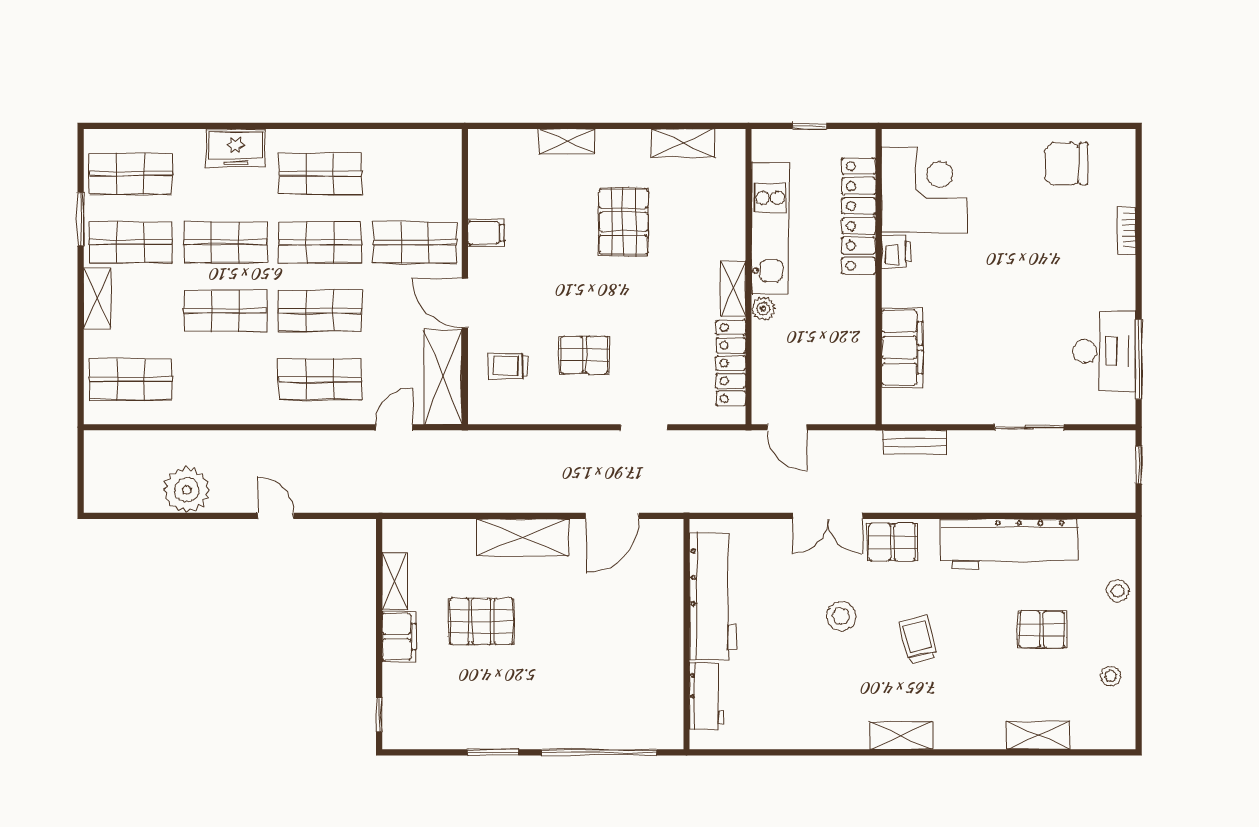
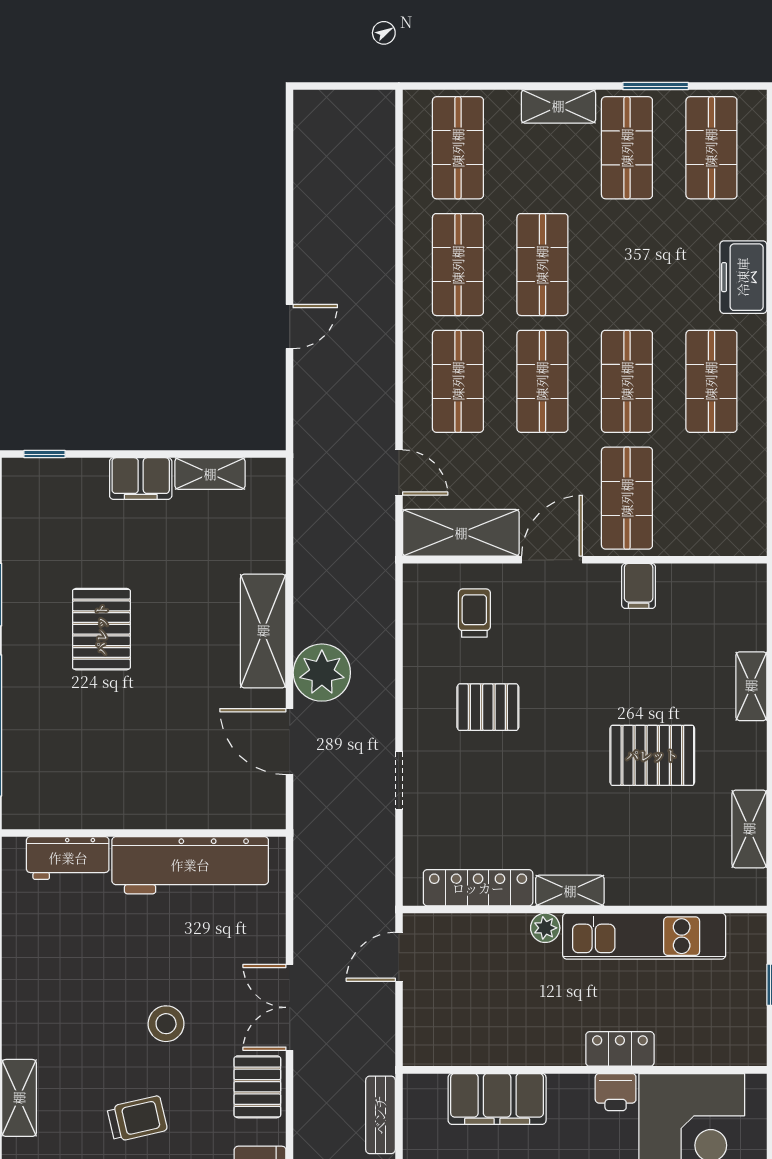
locker: (859, 216) -> (620, 1049), width x0.46, depth x0.83
shop shelf: (225, 242) -> (458, 265), moved
pallet: (584, 355) -> (488, 707), turned 90
plant: (187, 490) -> (322, 673), moved
pallet: (481, 621) -> (101, 629), moved

